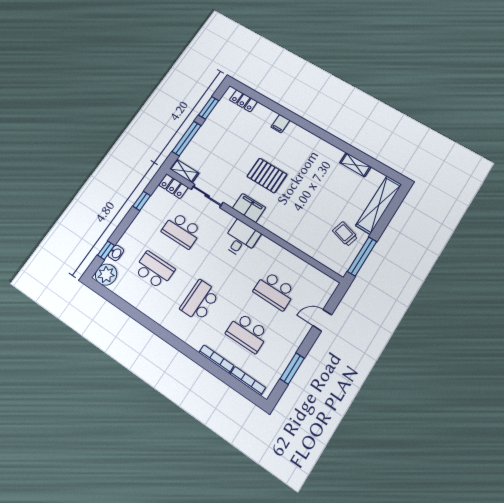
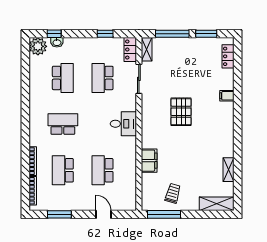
shelving: (379, 205) -> (217, 204), width x0.68
filing cabinet: (249, 208) -> (149, 161), moved

